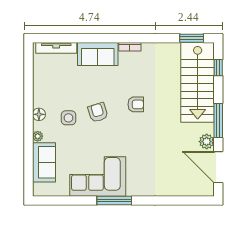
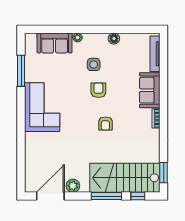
armchair: (98, 112) -> (98, 90), turned -73
floor lamp: (39, 114) -> (114, 39), moved
window: (218, 120) -> (106, 196), moved
corner sofa: (98, 176) -> (42, 107), moved
window: (114, 201) -> (21, 71), moved

